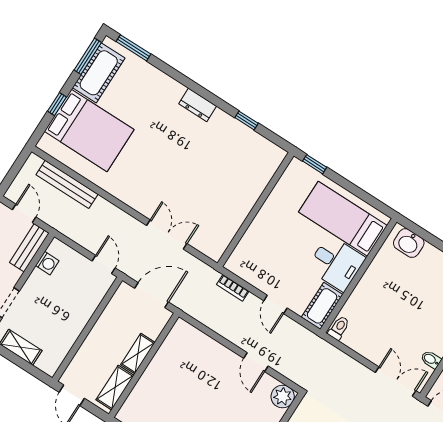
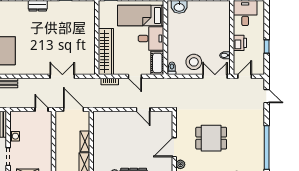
wardrobe: (256, 239) -> (106, 52), added
washing machine: (47, 263) -> (15, 136), moved
door: (151, 295) -> (74, 110), hinge flipped
stool: (378, 339) -> (194, 62), added
plant: (283, 396) -> (166, 118), removed

